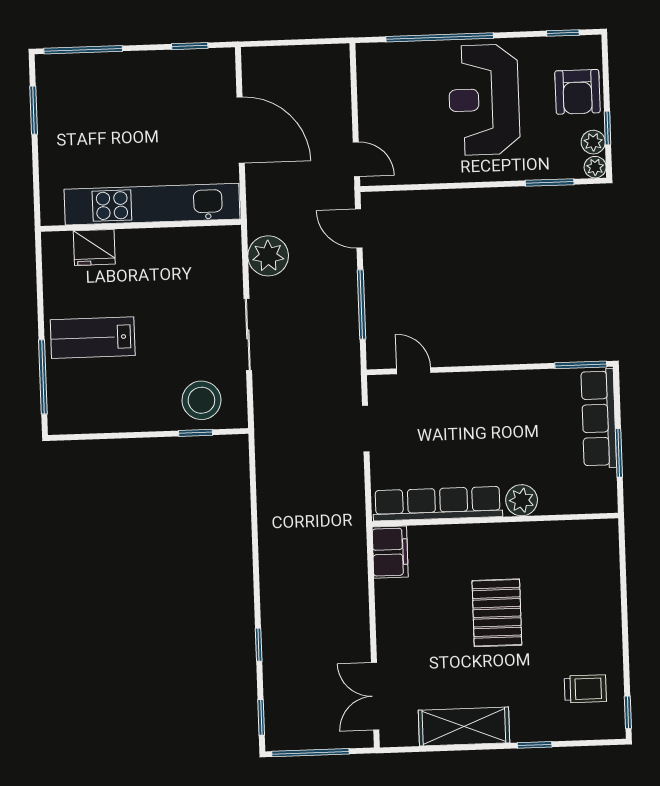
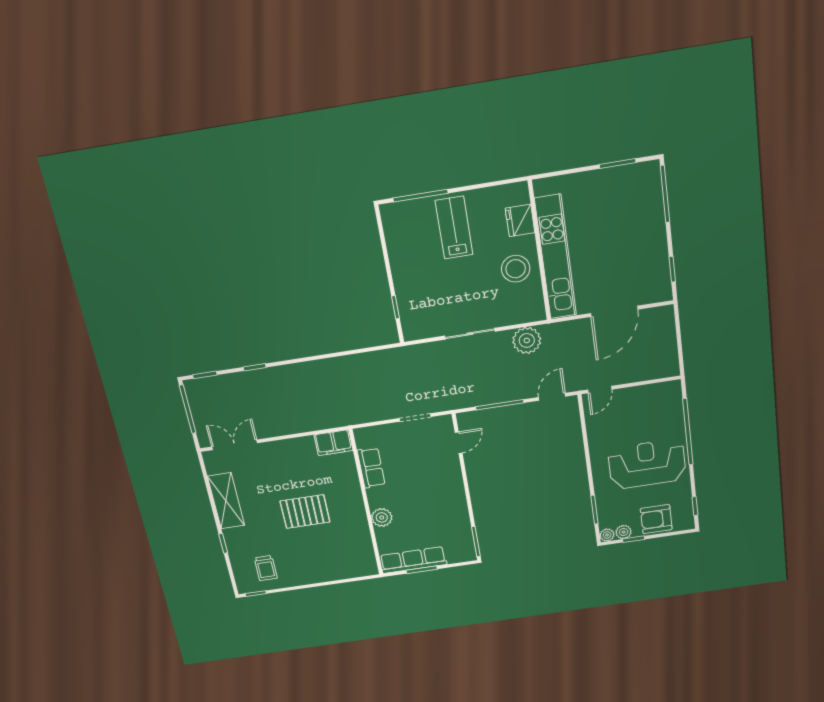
stool: (201, 400) -> (516, 269), moved
row of seats: (599, 418) -> (413, 560), moved
row of seats: (438, 504) -> (371, 468), width x0.50

